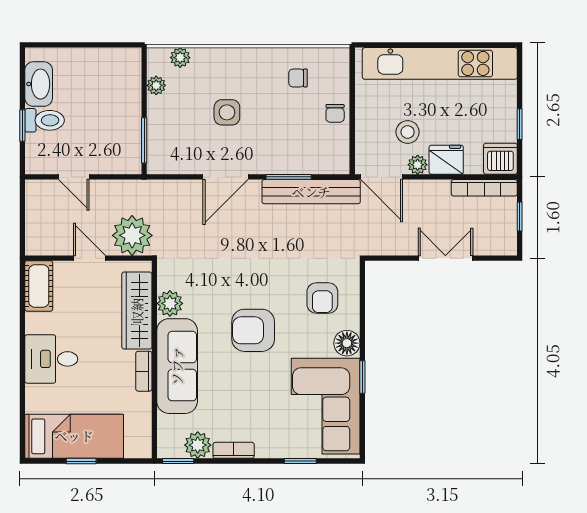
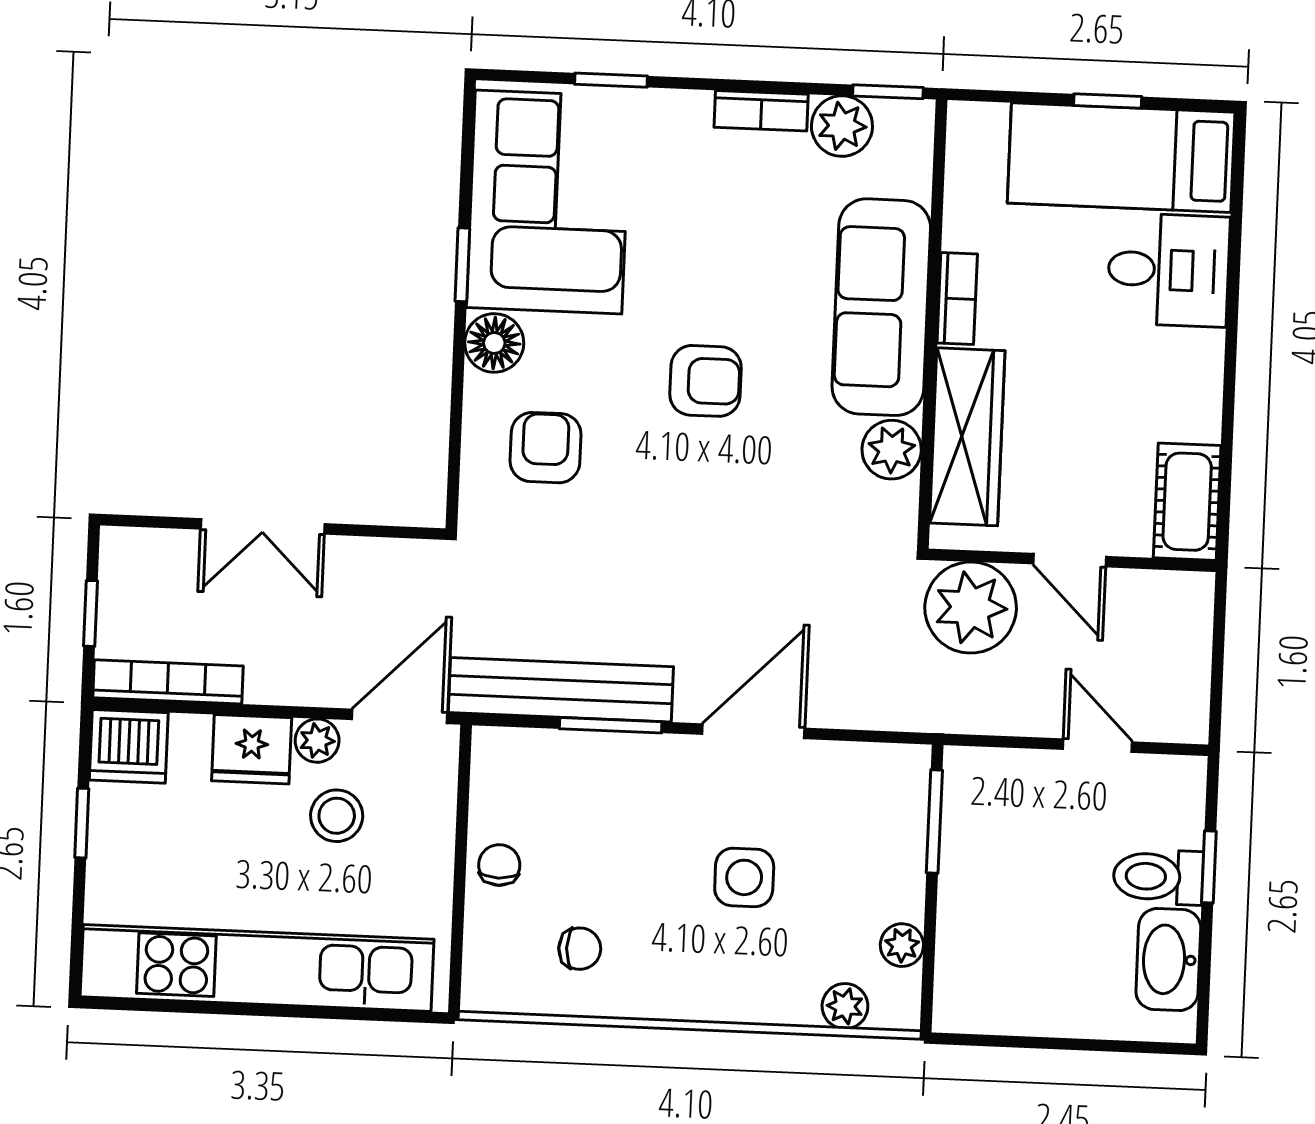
door: (382, 177) -> (400, 716), hinge flipped
armchair: (253, 330) -> (706, 381), width x0.72, depth x0.72
desk: (51, 359) -> (1168, 270), moved

